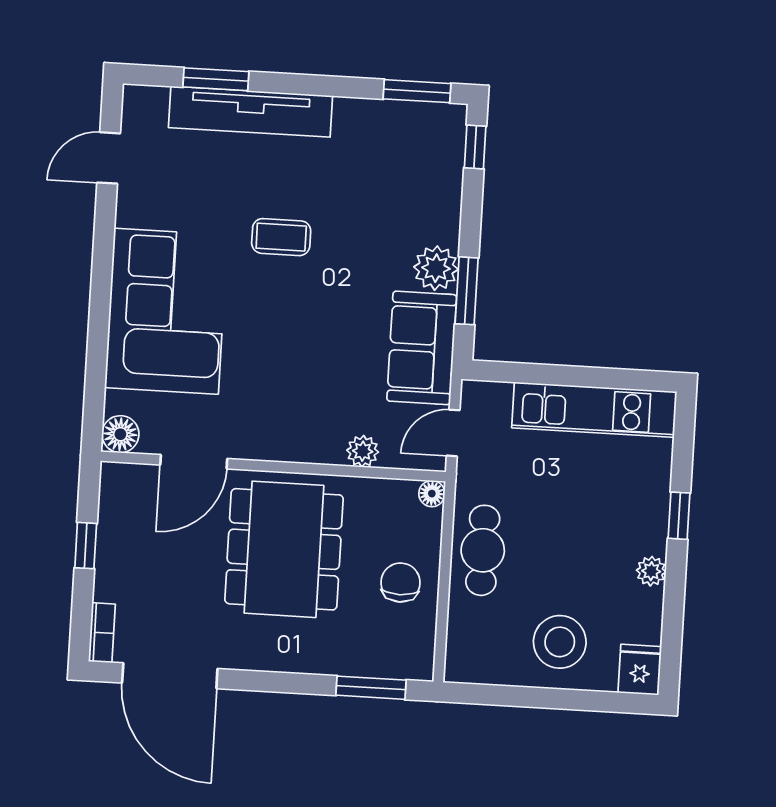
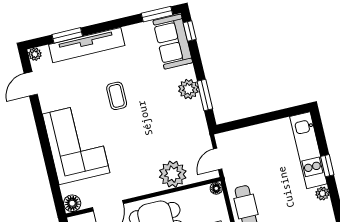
plant: (136, 98) -> (35, 54), added
coffee table: (281, 237) -> (117, 96), turned 90
sofa: (422, 348) -> (173, 42), moved
kitchen unit: (594, 410) -> (308, 150), moved, turned 90
plant: (363, 451) -> (173, 174), width x1.87, depth x1.87

